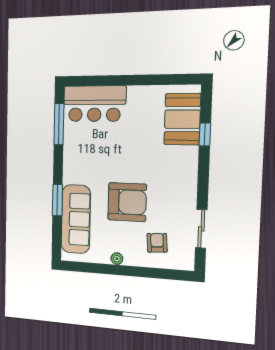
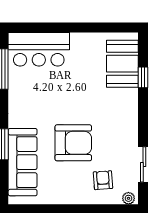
plant: (117, 259) -> (128, 198), moved

